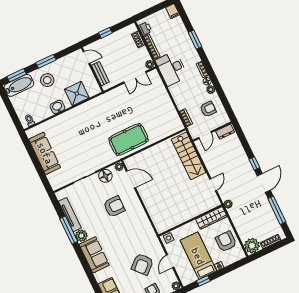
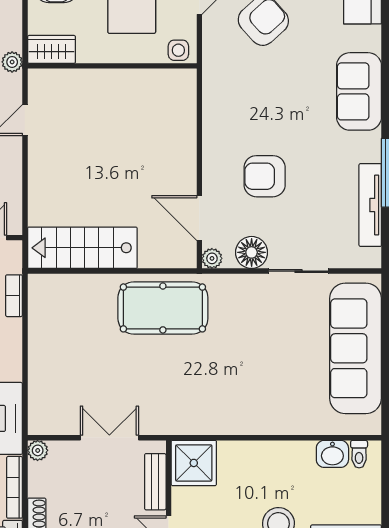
double door: (135, 77) -> (109, 438), moved
shower: (77, 94) -> (194, 463), moved
washbasin: (57, 107) -> (332, 454), moved
sofa: (45, 153) -> (356, 348), width x1.36, depth x1.27
stairs: (189, 156) -> (82, 248), moved, turned -90
wardrobe: (211, 218) -> (52, 49), width x0.67
plant: (81, 236) -> (367, 147), removed

